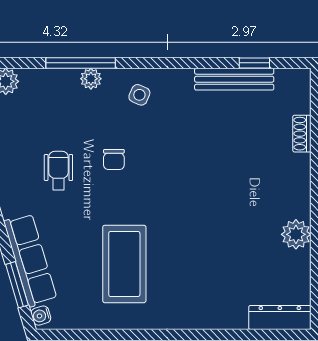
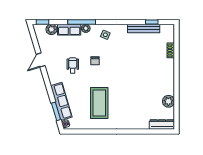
row of seats: (50, 82) -> (69, 30), added
plant: (296, 234) -> (168, 101), moved

